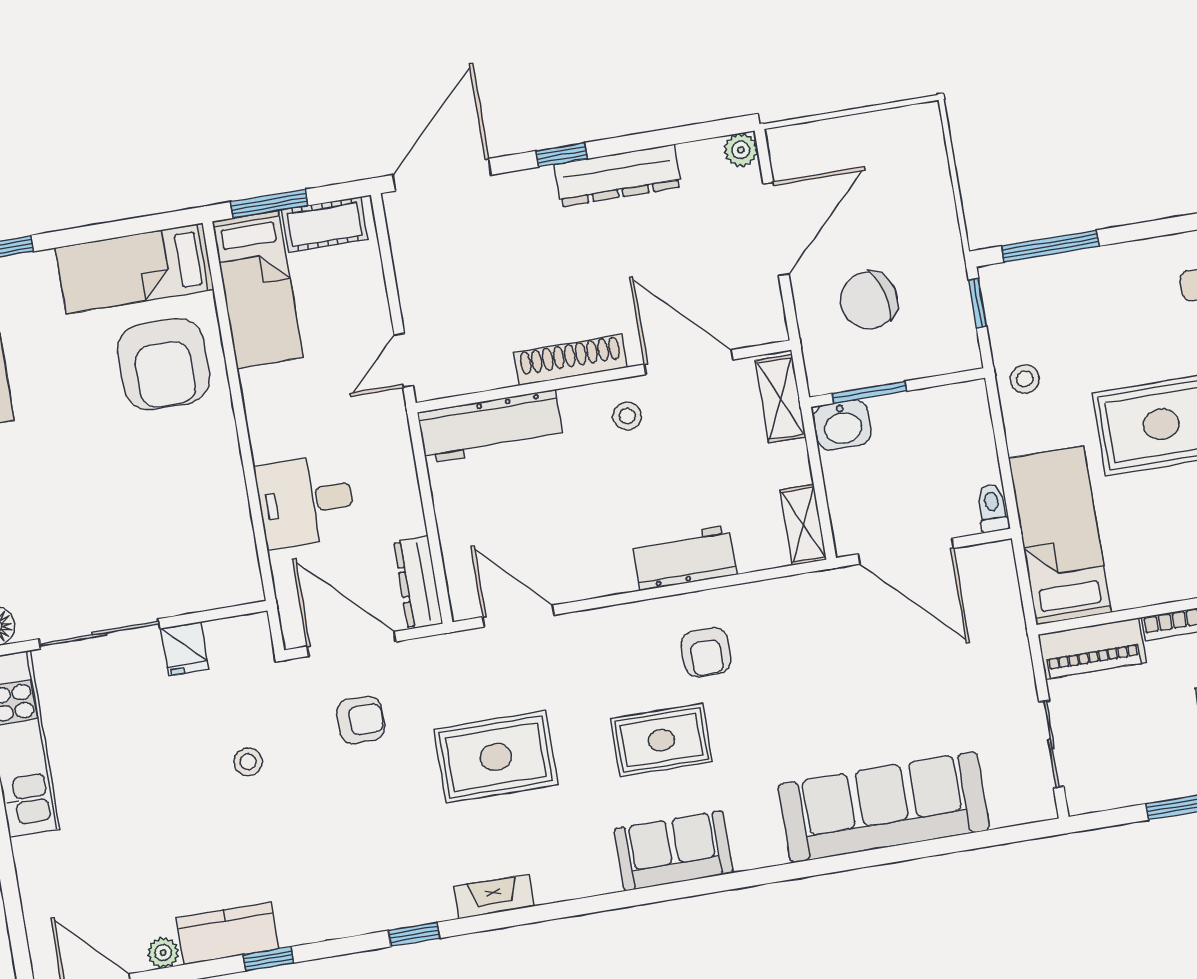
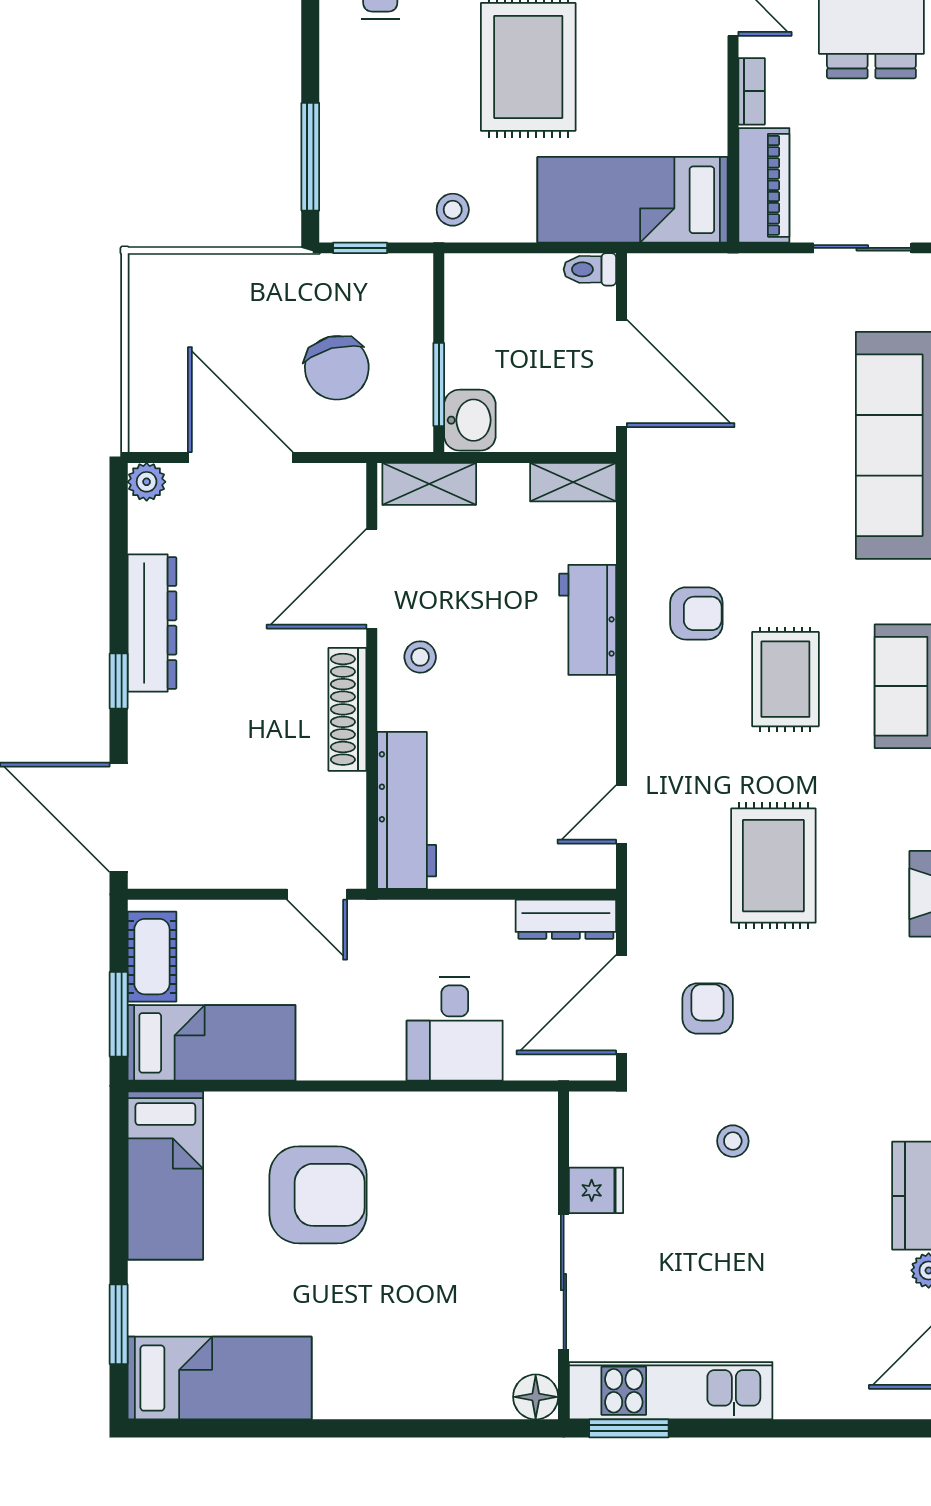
armchair: (164, 364) -> (318, 1195), moved
door: (906, 551) -> (621, 373), hinge flipped
door: (519, 616) -> (621, 814), width x0.73

